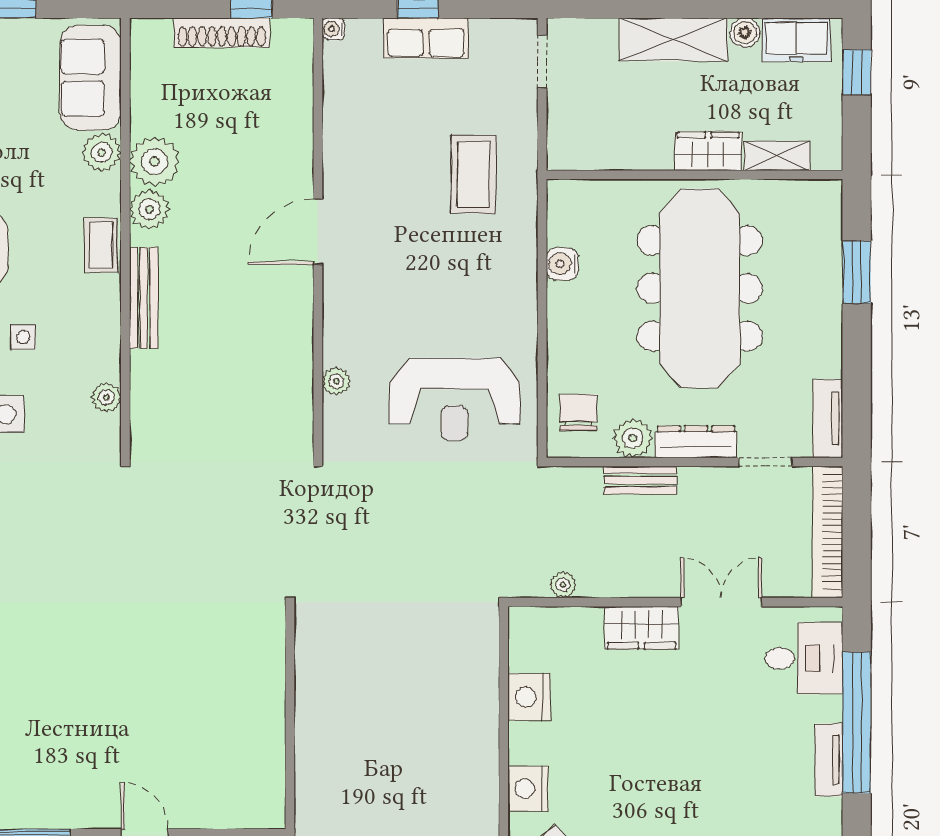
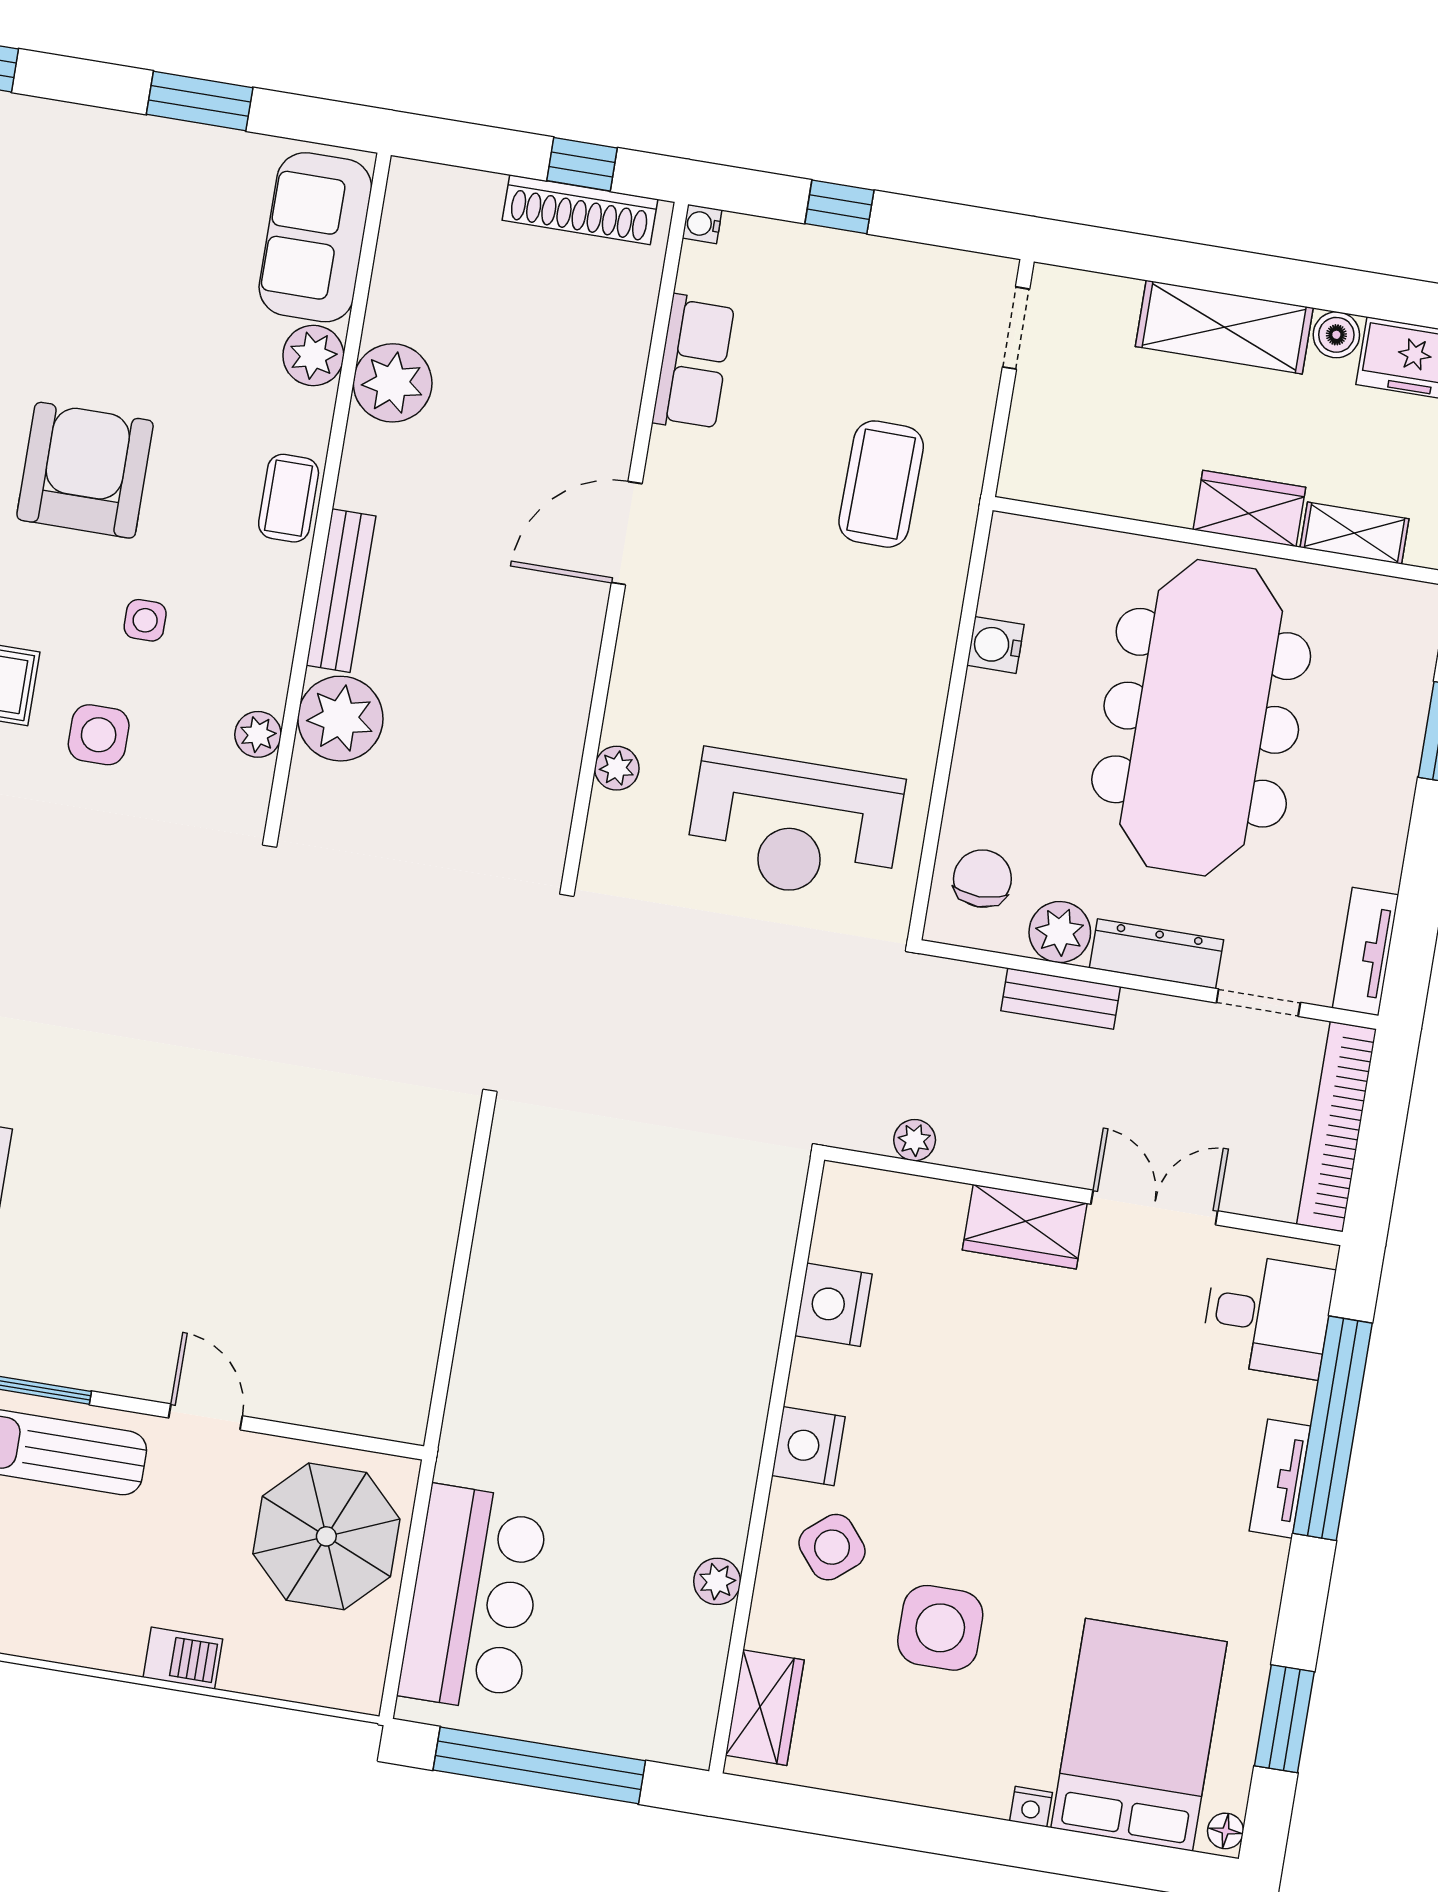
shoe rack: (222, 33) -> (580, 210), moved
row of seats: (426, 38) -> (693, 363), moved, turned -90
plant: (149, 209) -> (340, 719), moved, width x1.36, depth x1.36

